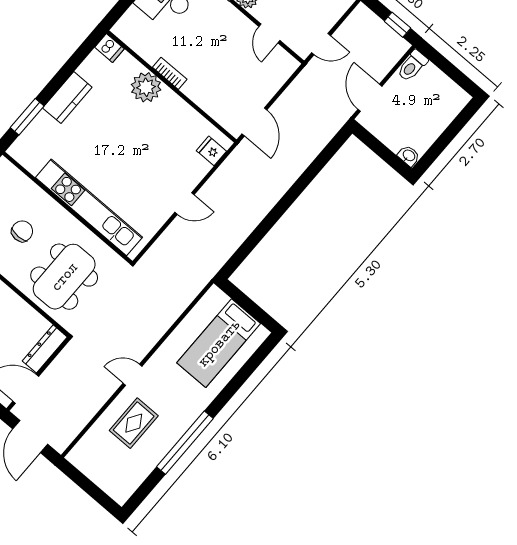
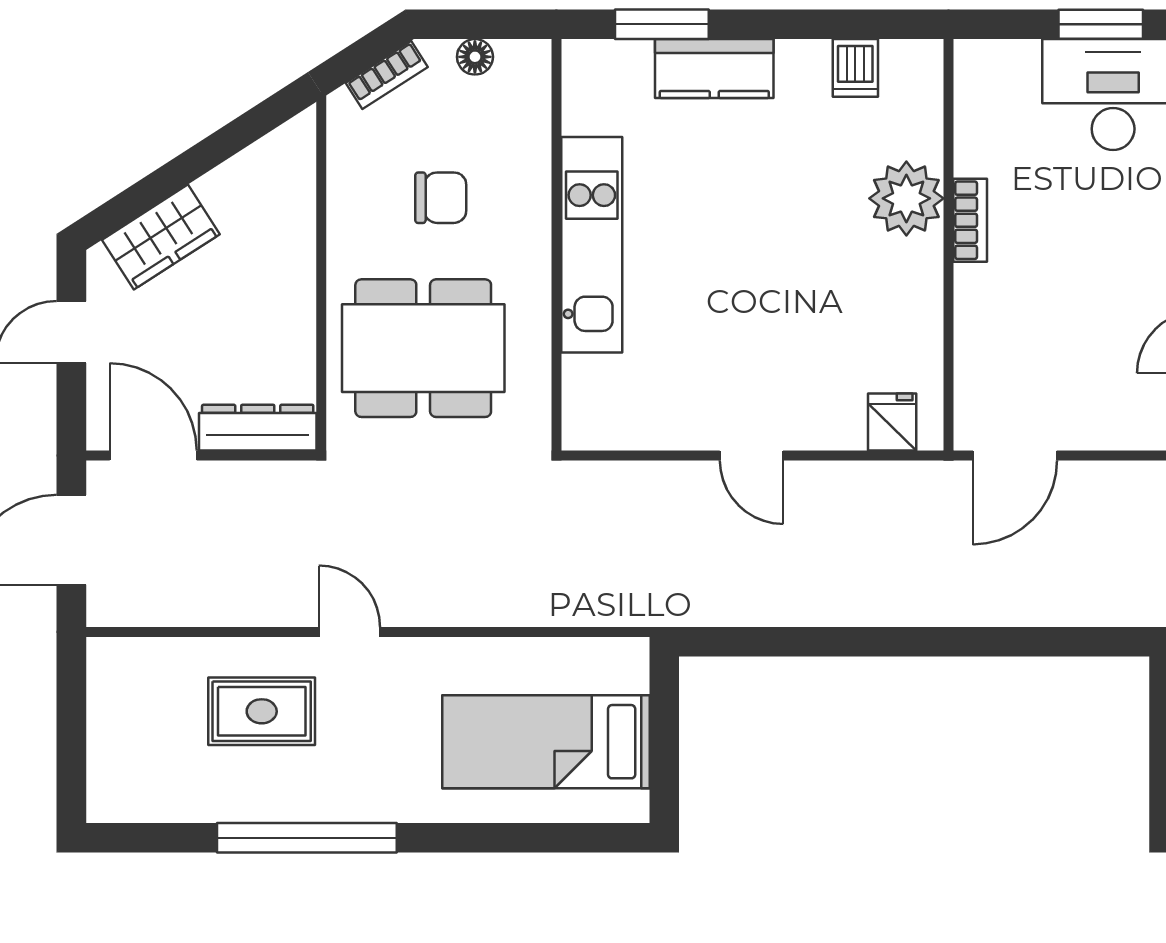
dishwasher: (109, 48) -> (855, 68), moved
kitchen counter: (67, 98) -> (714, 68), moved
kitchen unit: (89, 207) -> (592, 245), width x0.73

